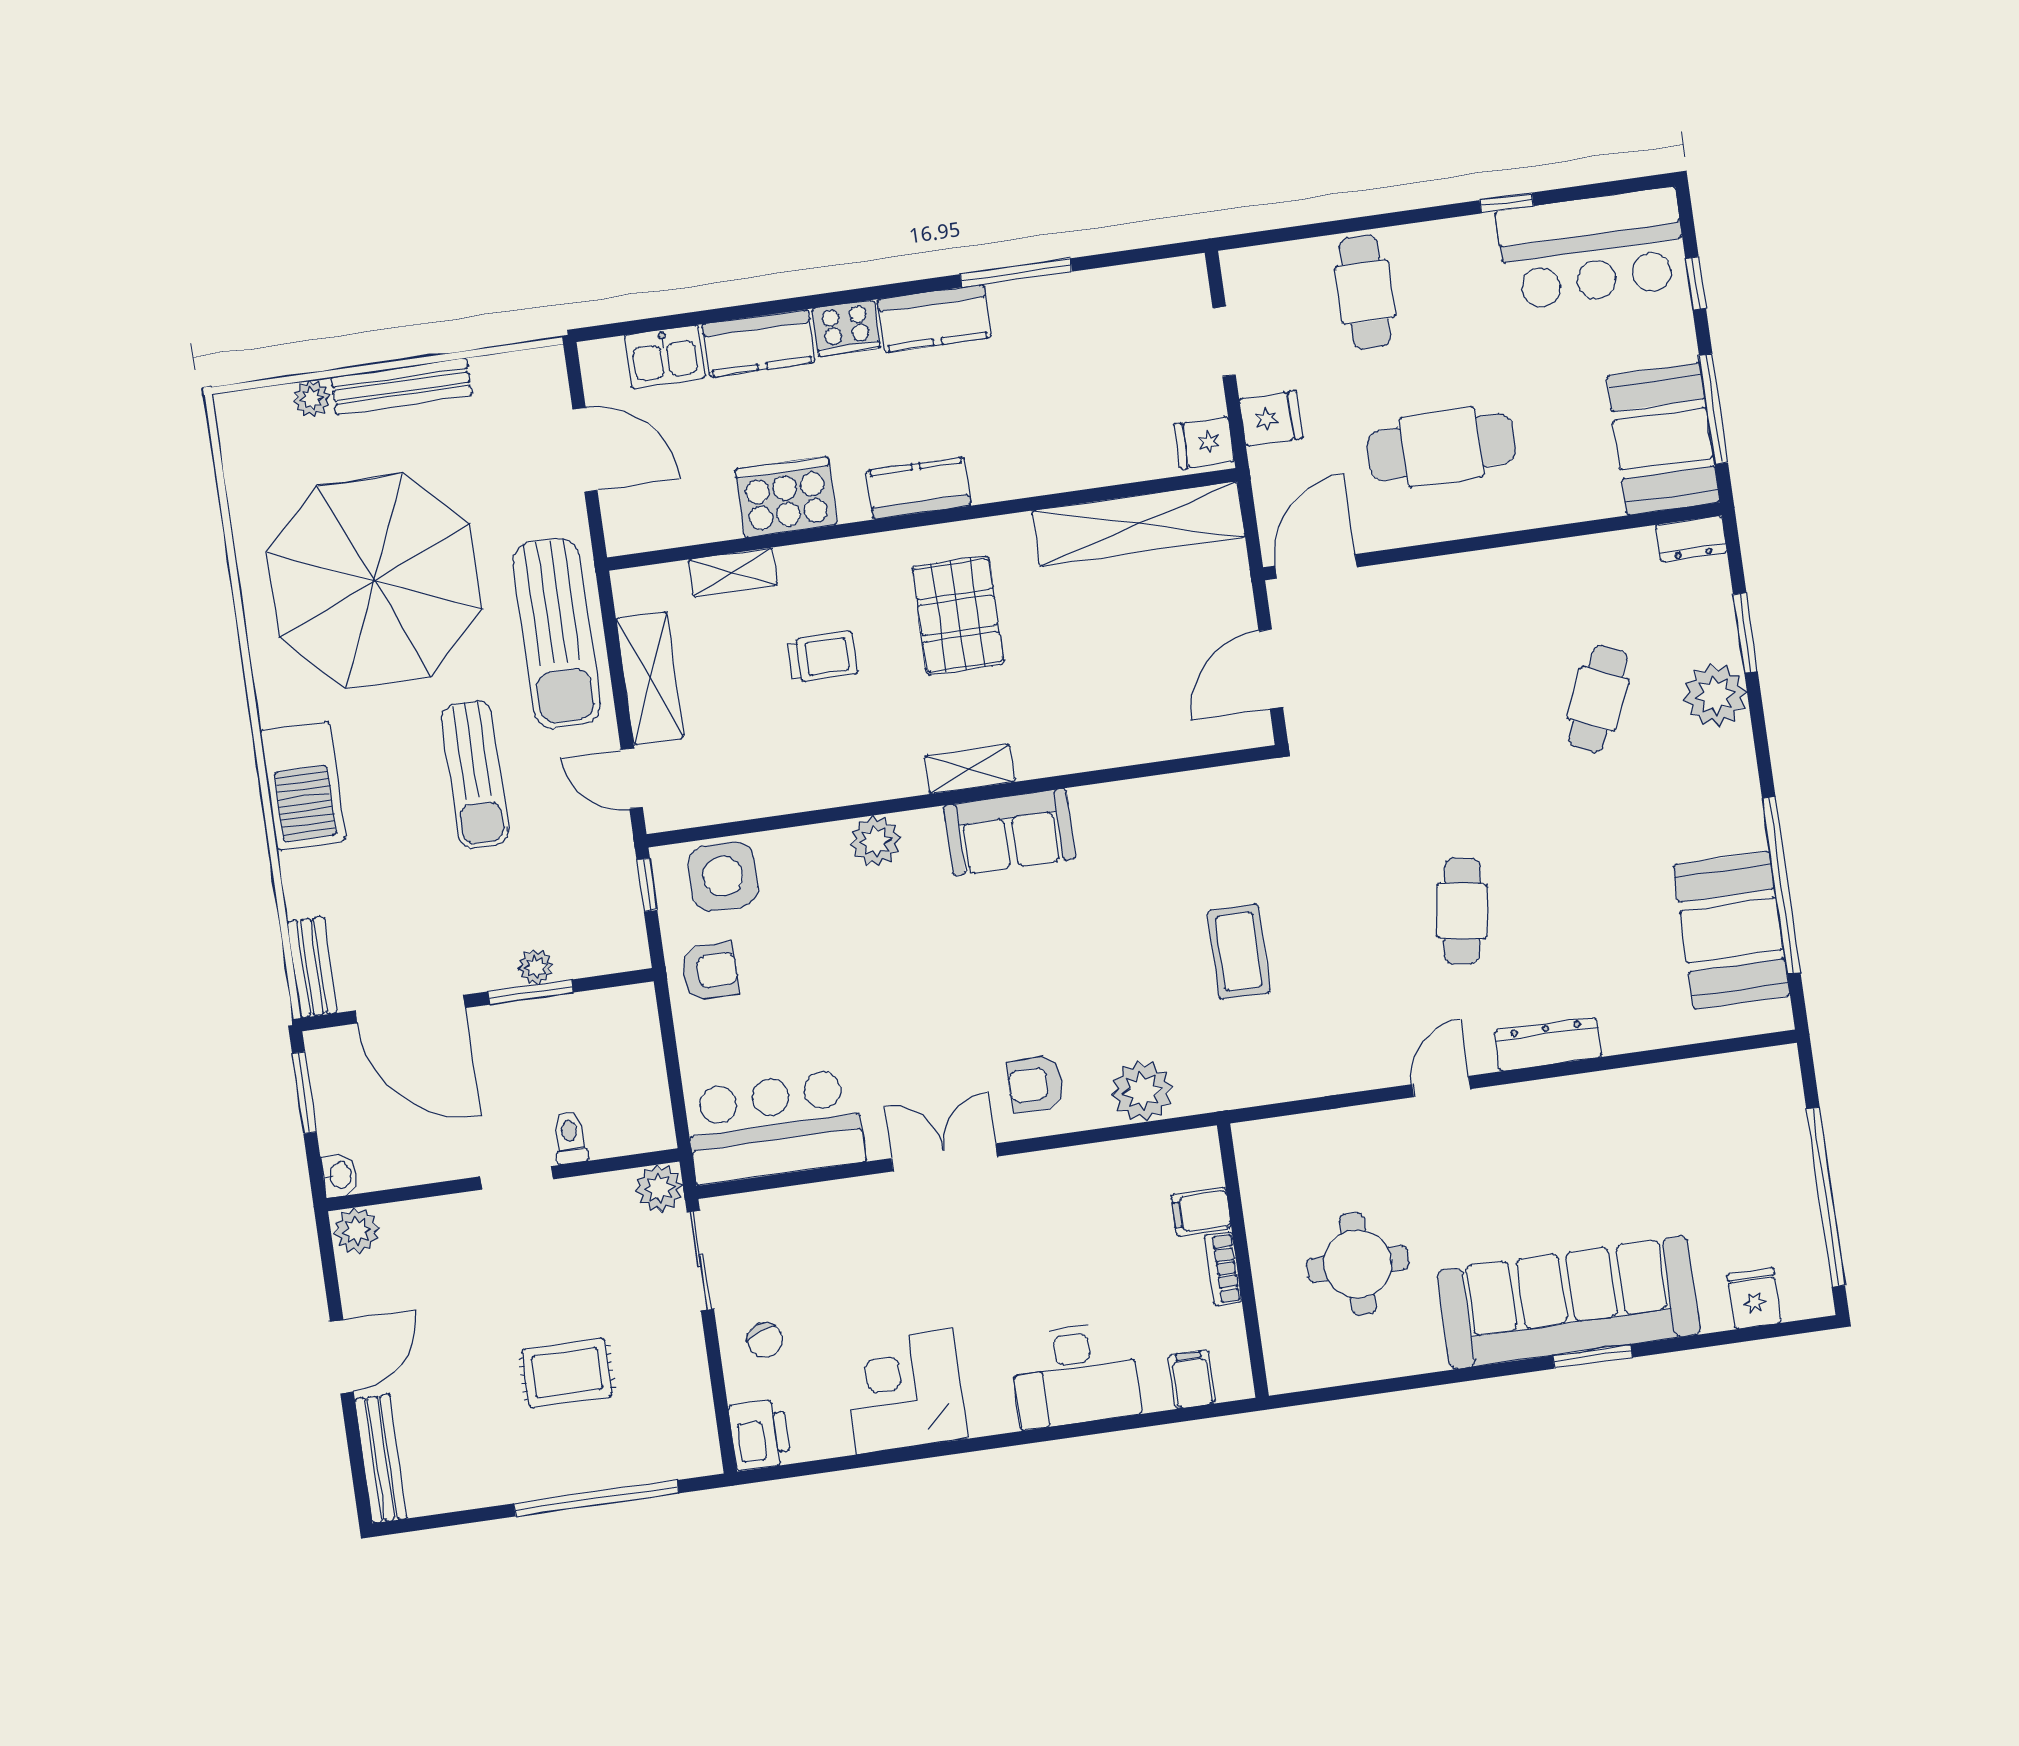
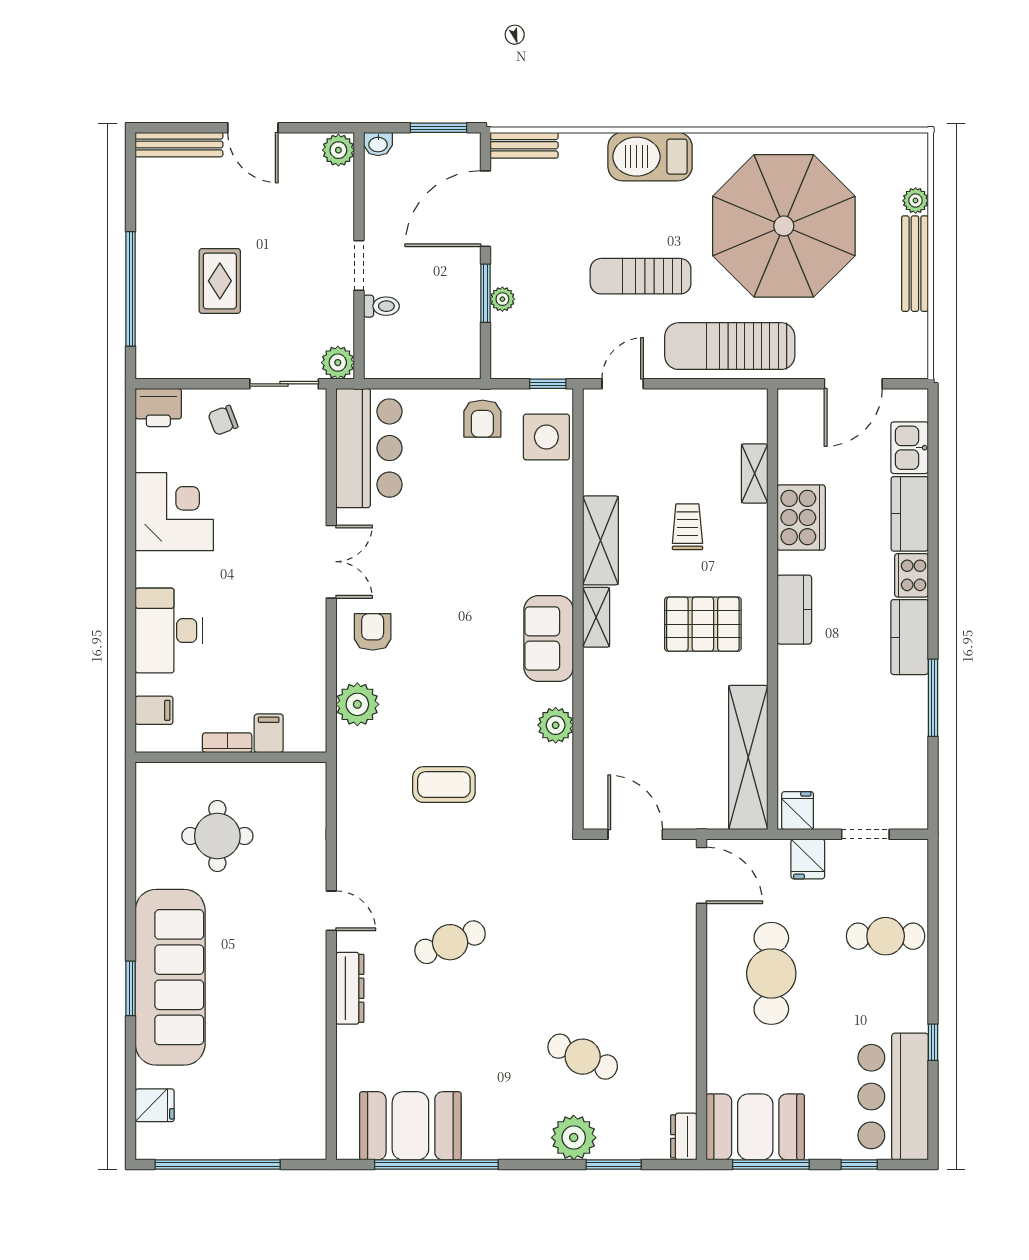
trolley: (822, 657) -> (687, 527), turned 180
shelving: (650, 678) -> (600, 540), moved, turned 90
plant: (875, 841) -> (556, 725), moved
cafe table: (1462, 911) -> (450, 942), turned -30

